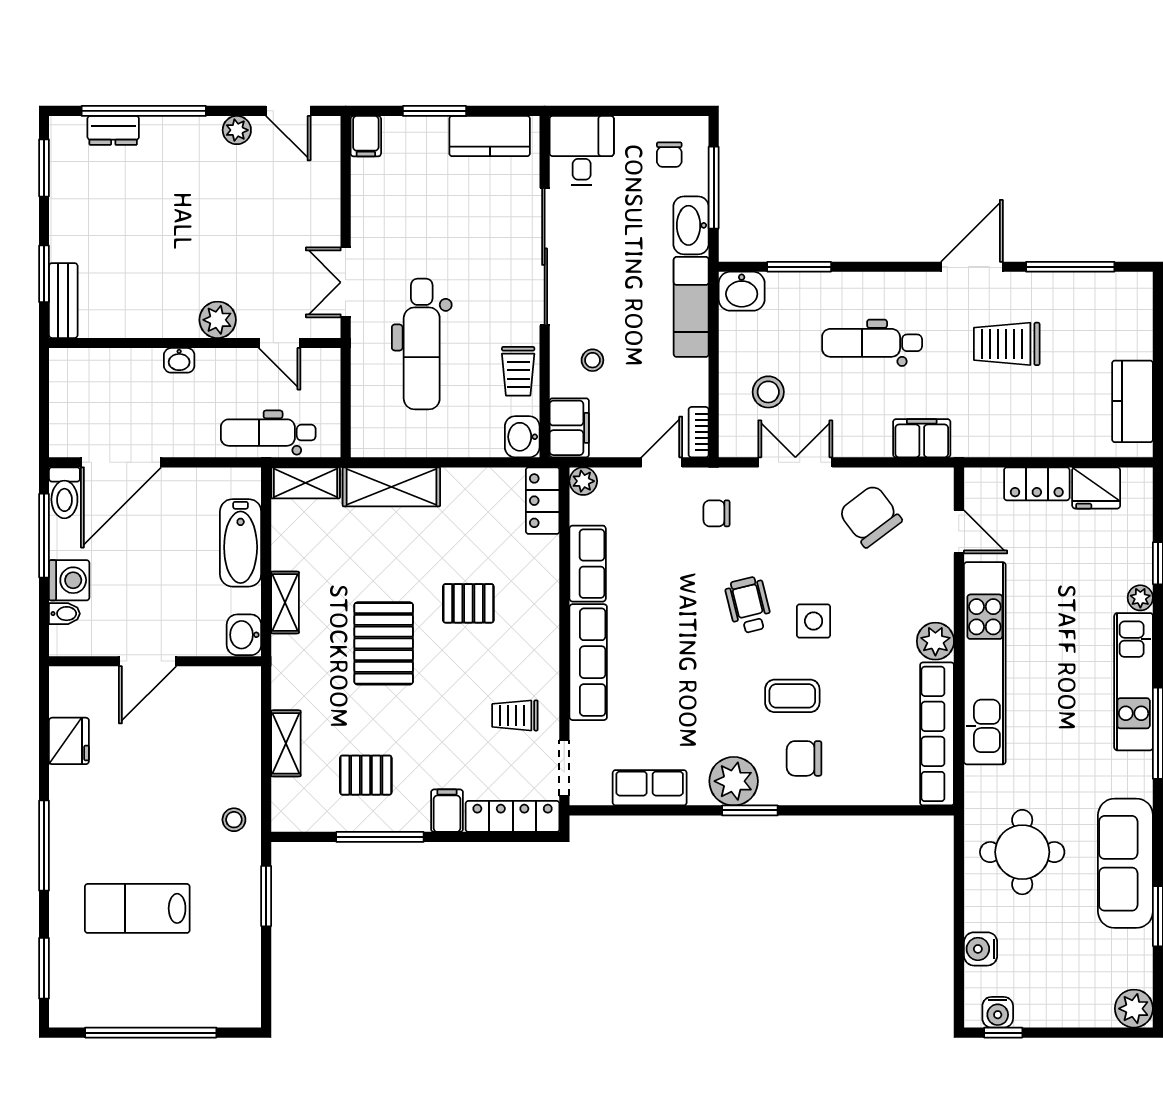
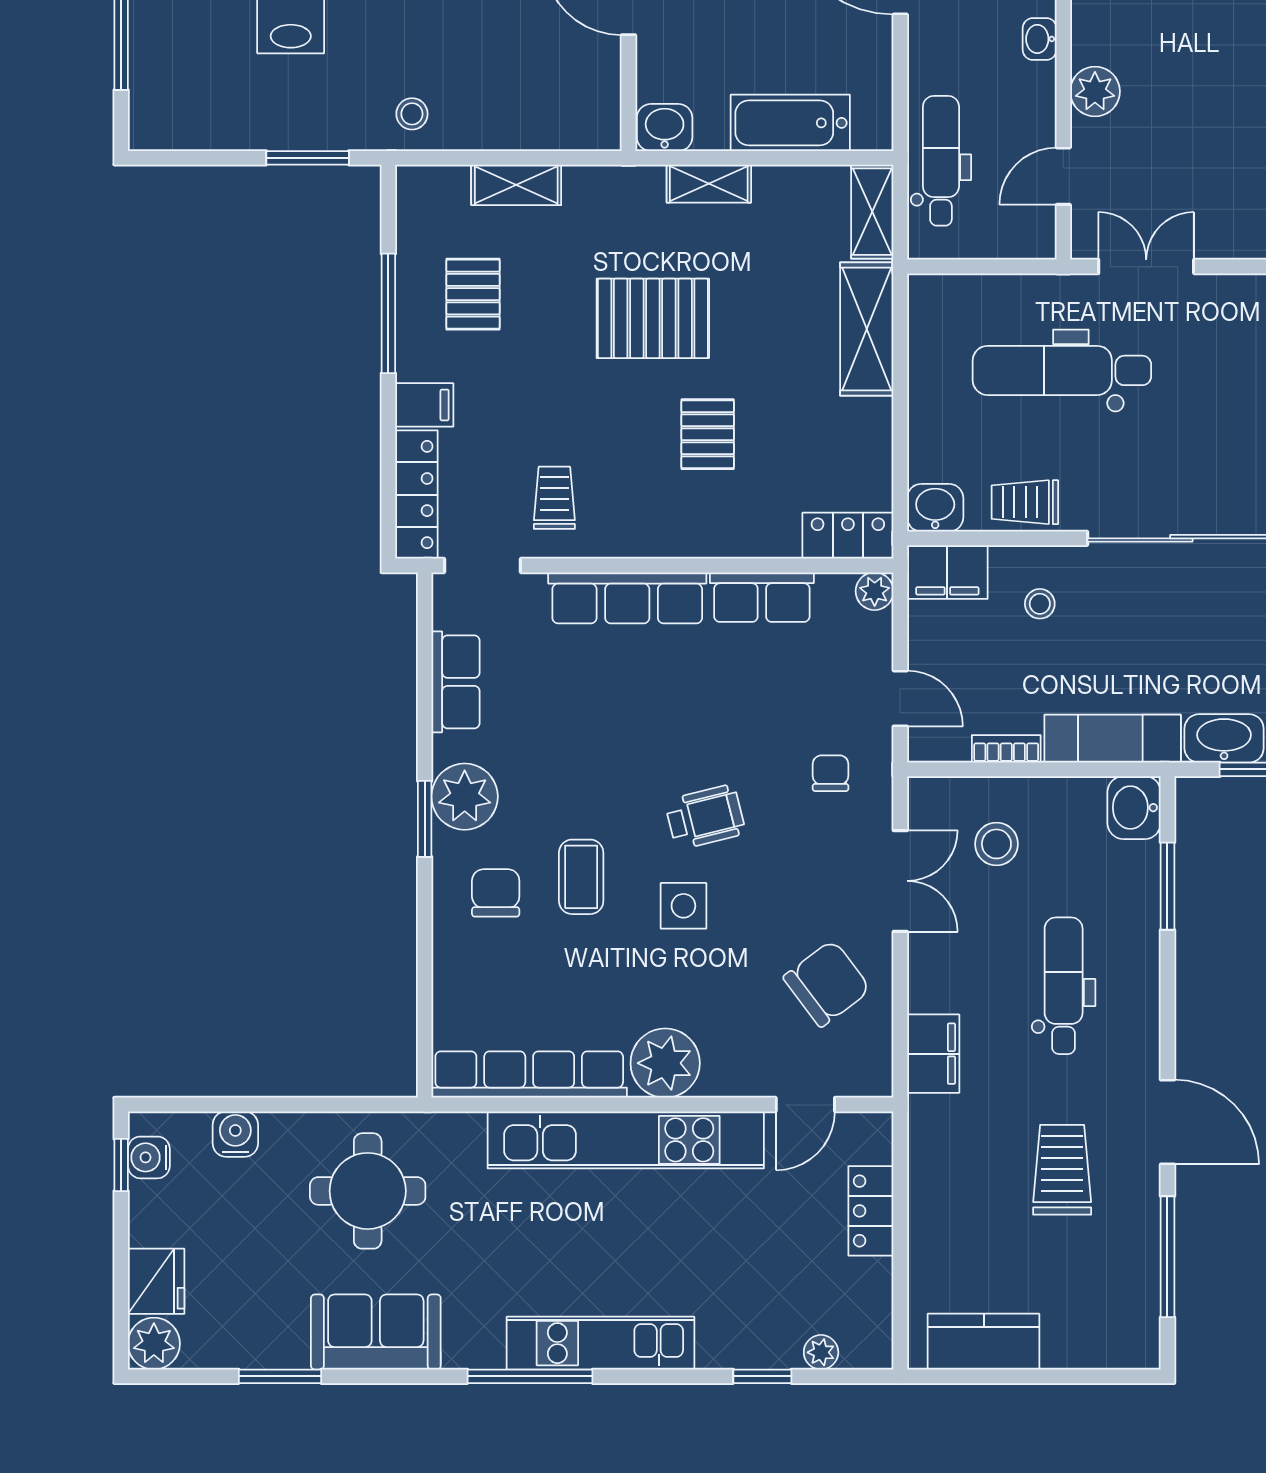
bookcase: (699, 432) -> (1006, 749), moved
fridge: (1096, 488) -> (156, 1281), moved, turned 180
plant: (1140, 598) -> (821, 1352), moved
plant: (935, 641) -> (665, 1063), width x1.36, depth x1.36
sofa: (1125, 863) -> (376, 1332), width x0.73

